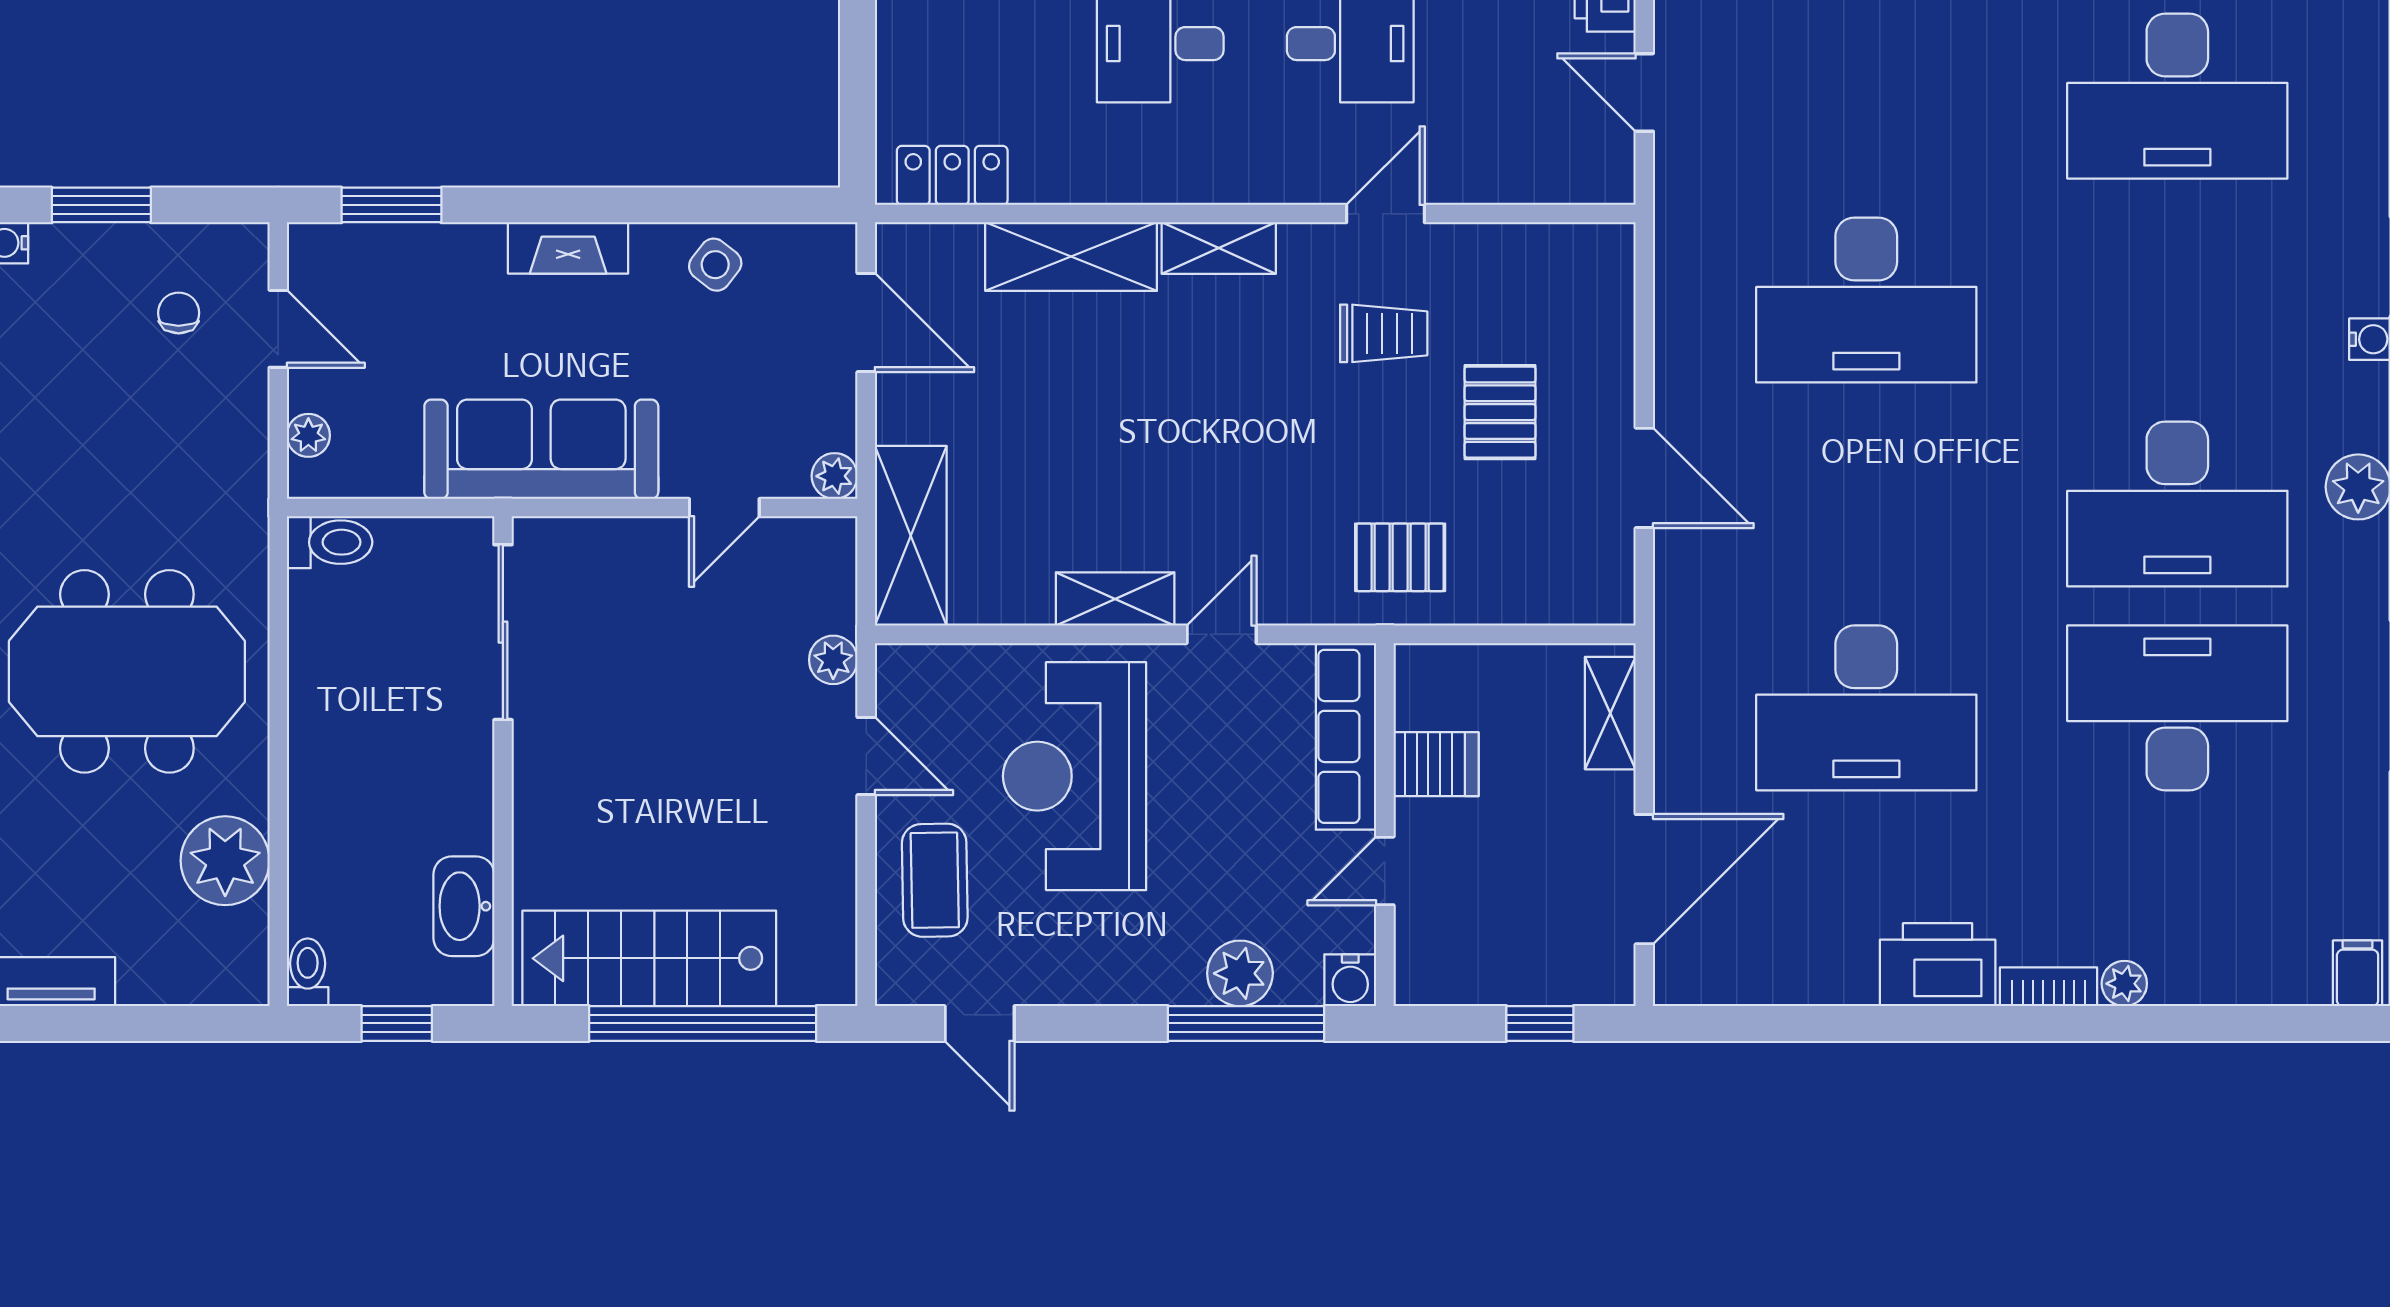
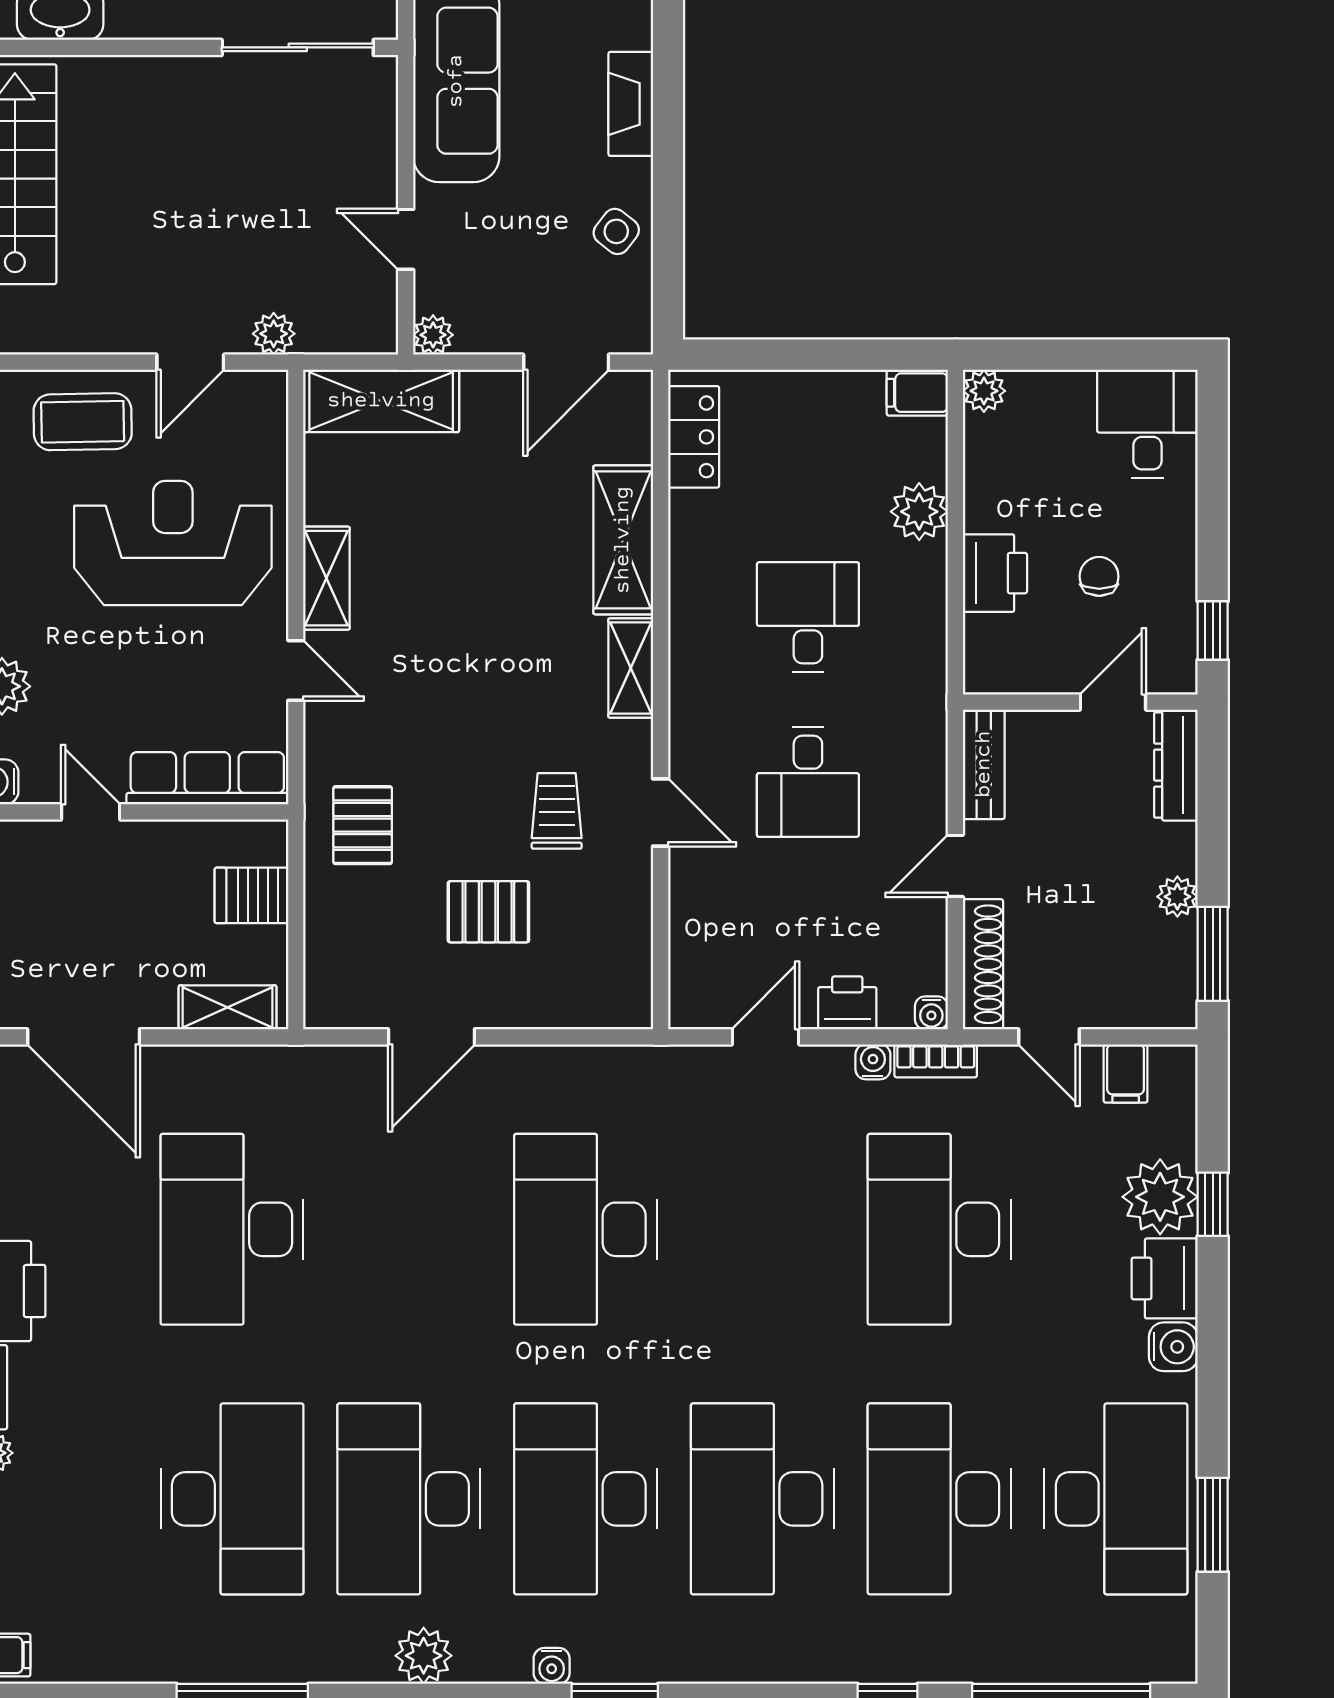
desk: (2177, 300) -> (586, 1499), added
trolley: (1384, 333) -> (557, 811), turned 180
server rack: (1436, 764) -> (251, 895), moved, turned 90

